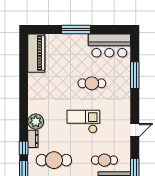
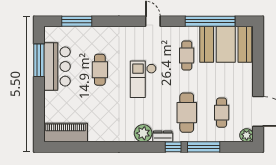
window: (76, 29) -> (39, 60), moved
bar counter: (109, 45) -> (57, 67), moved
window: (135, 75) -> (77, 21), moved

